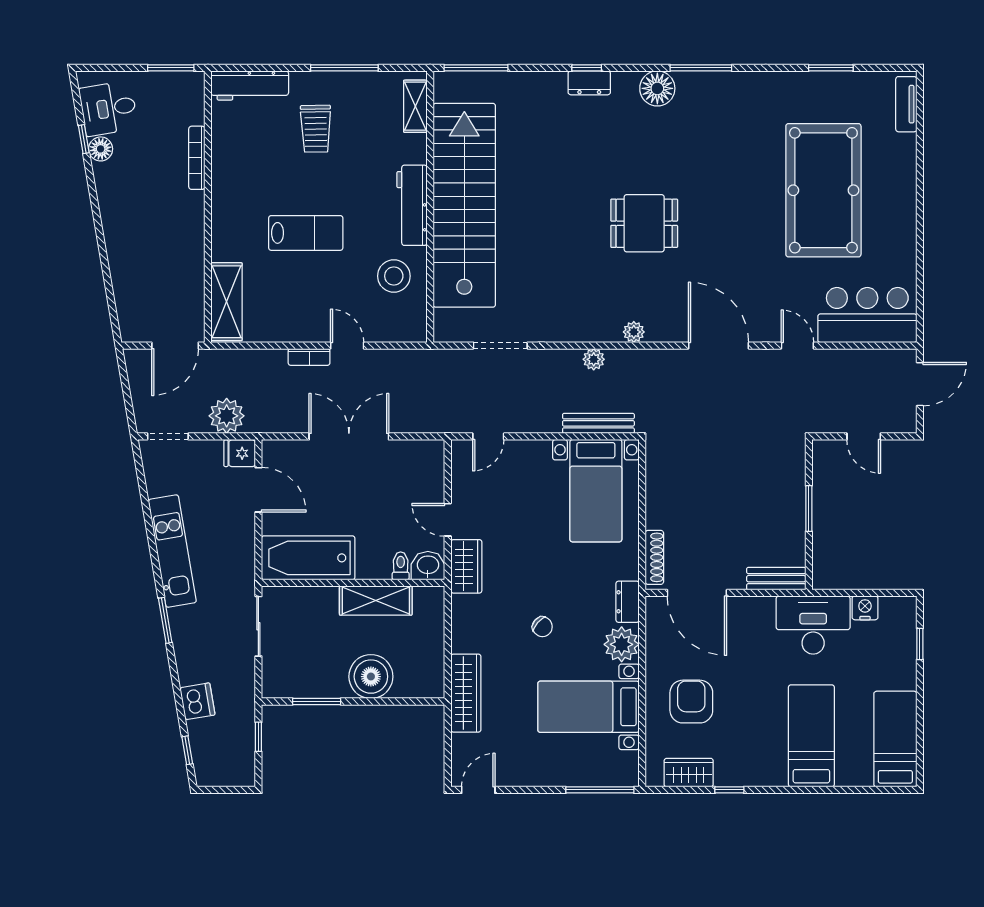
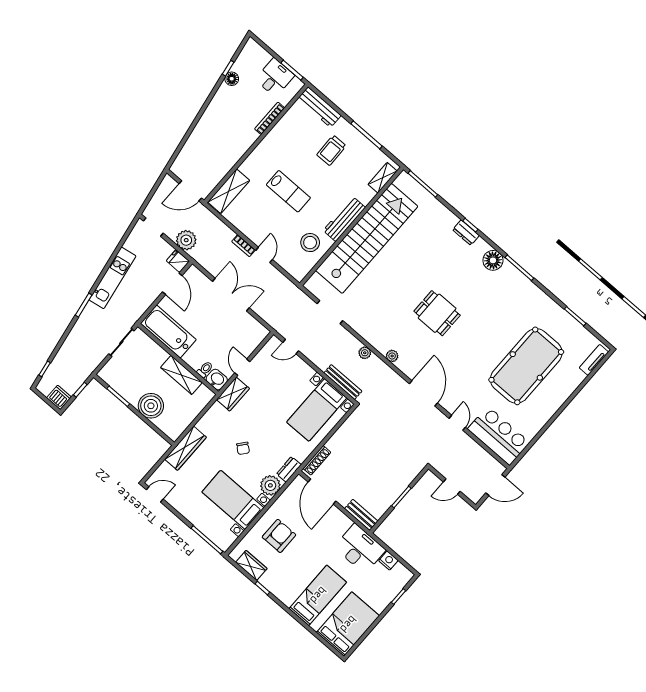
desk: (108, 108) -> (275, 77), moved, turned 100
door: (864, 436) -> (452, 487), hinge flipped
dishwasher: (197, 701) -> (59, 397), moved, turned -80
bed: (895, 739) -> (348, 624), width x1.50

